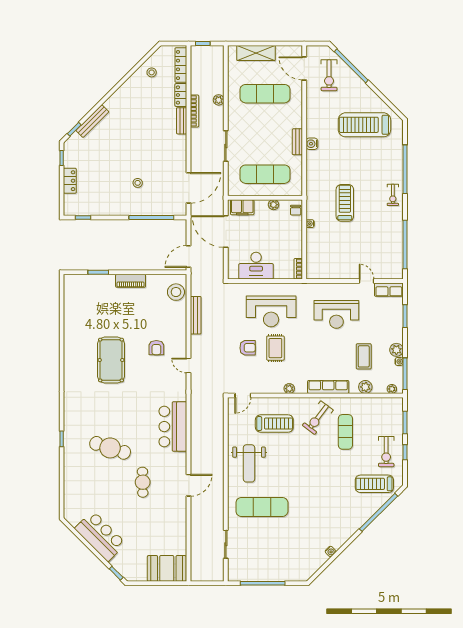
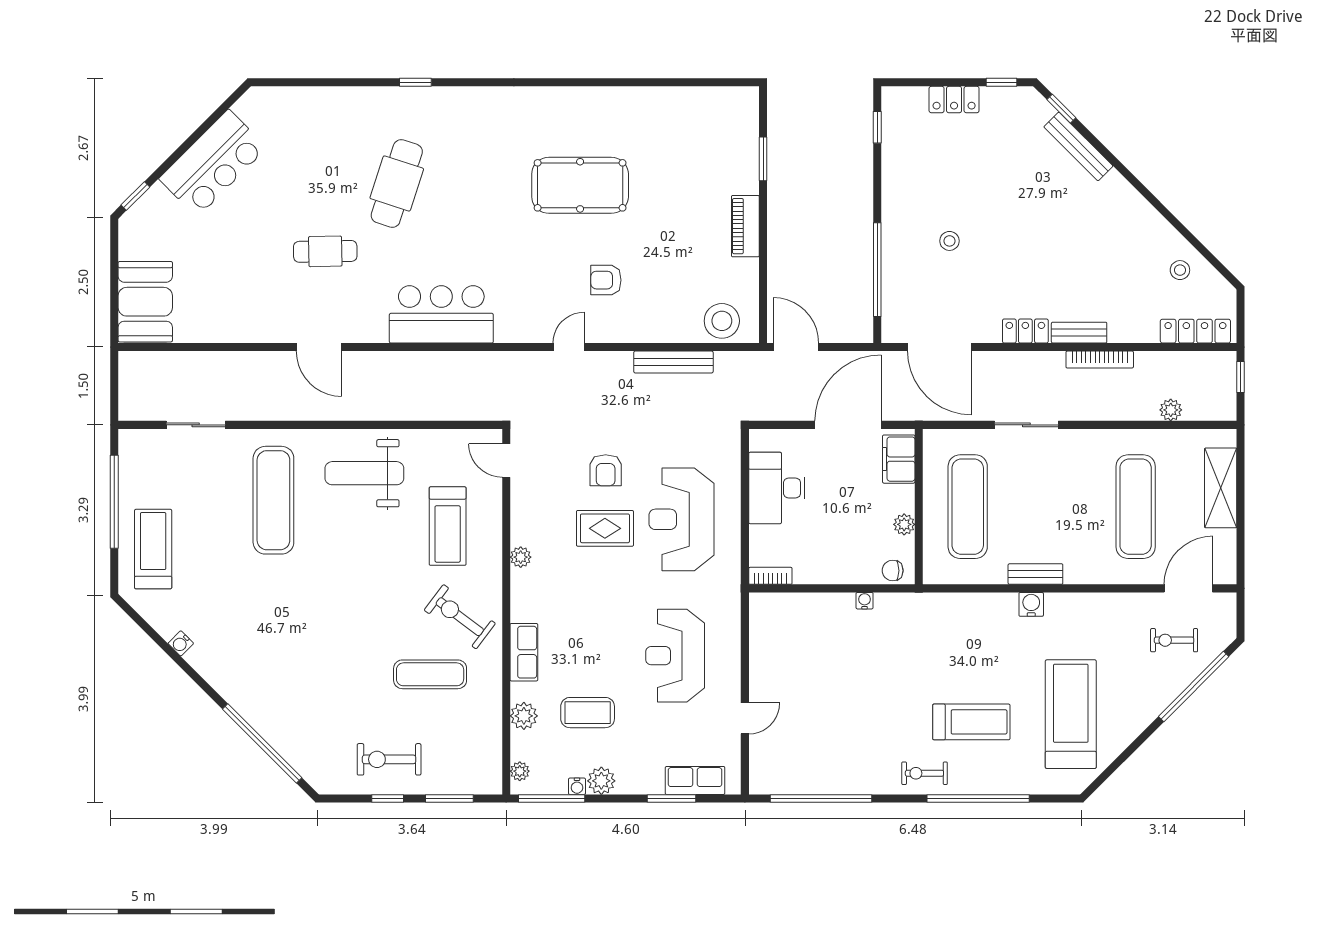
exercise bike: (329, 75) -> (1174, 640), width x0.73, depth x0.72
locker: (181, 95) -> (1025, 331), moved
plant: (219, 100) -> (1171, 410), moved
treadmill: (345, 203) -> (971, 722), moved
row of seats: (389, 290) -> (695, 780), moved, turned 90
row of seats: (328, 387) -> (524, 652), width x0.68
treadmill: (374, 484) -> (153, 549), moved

